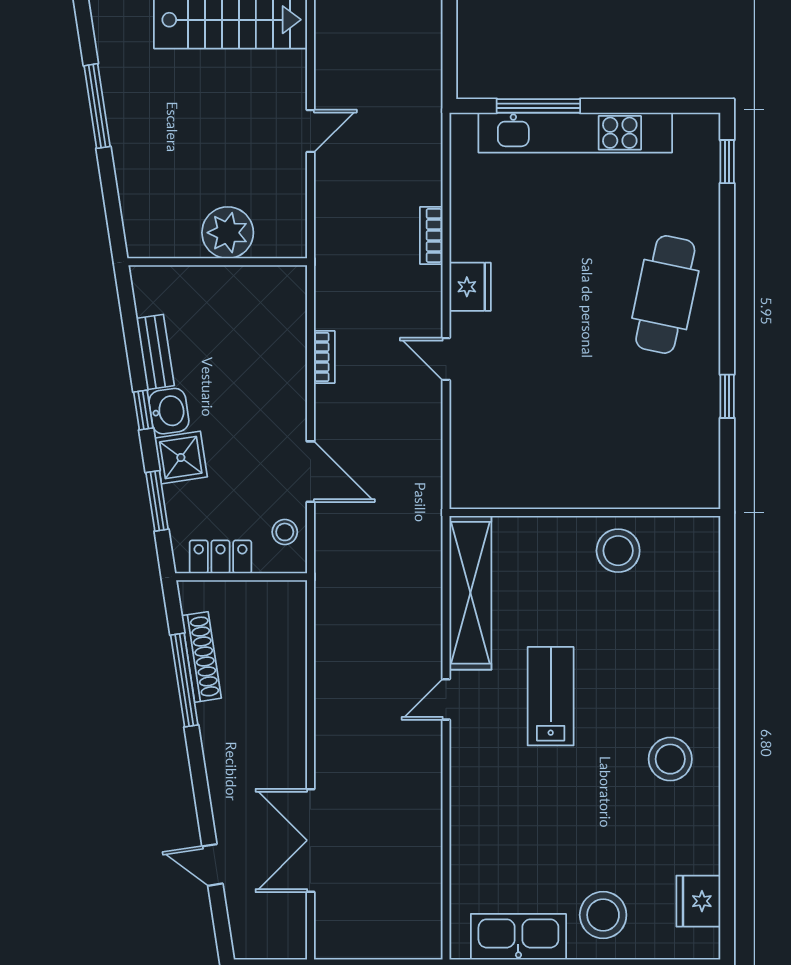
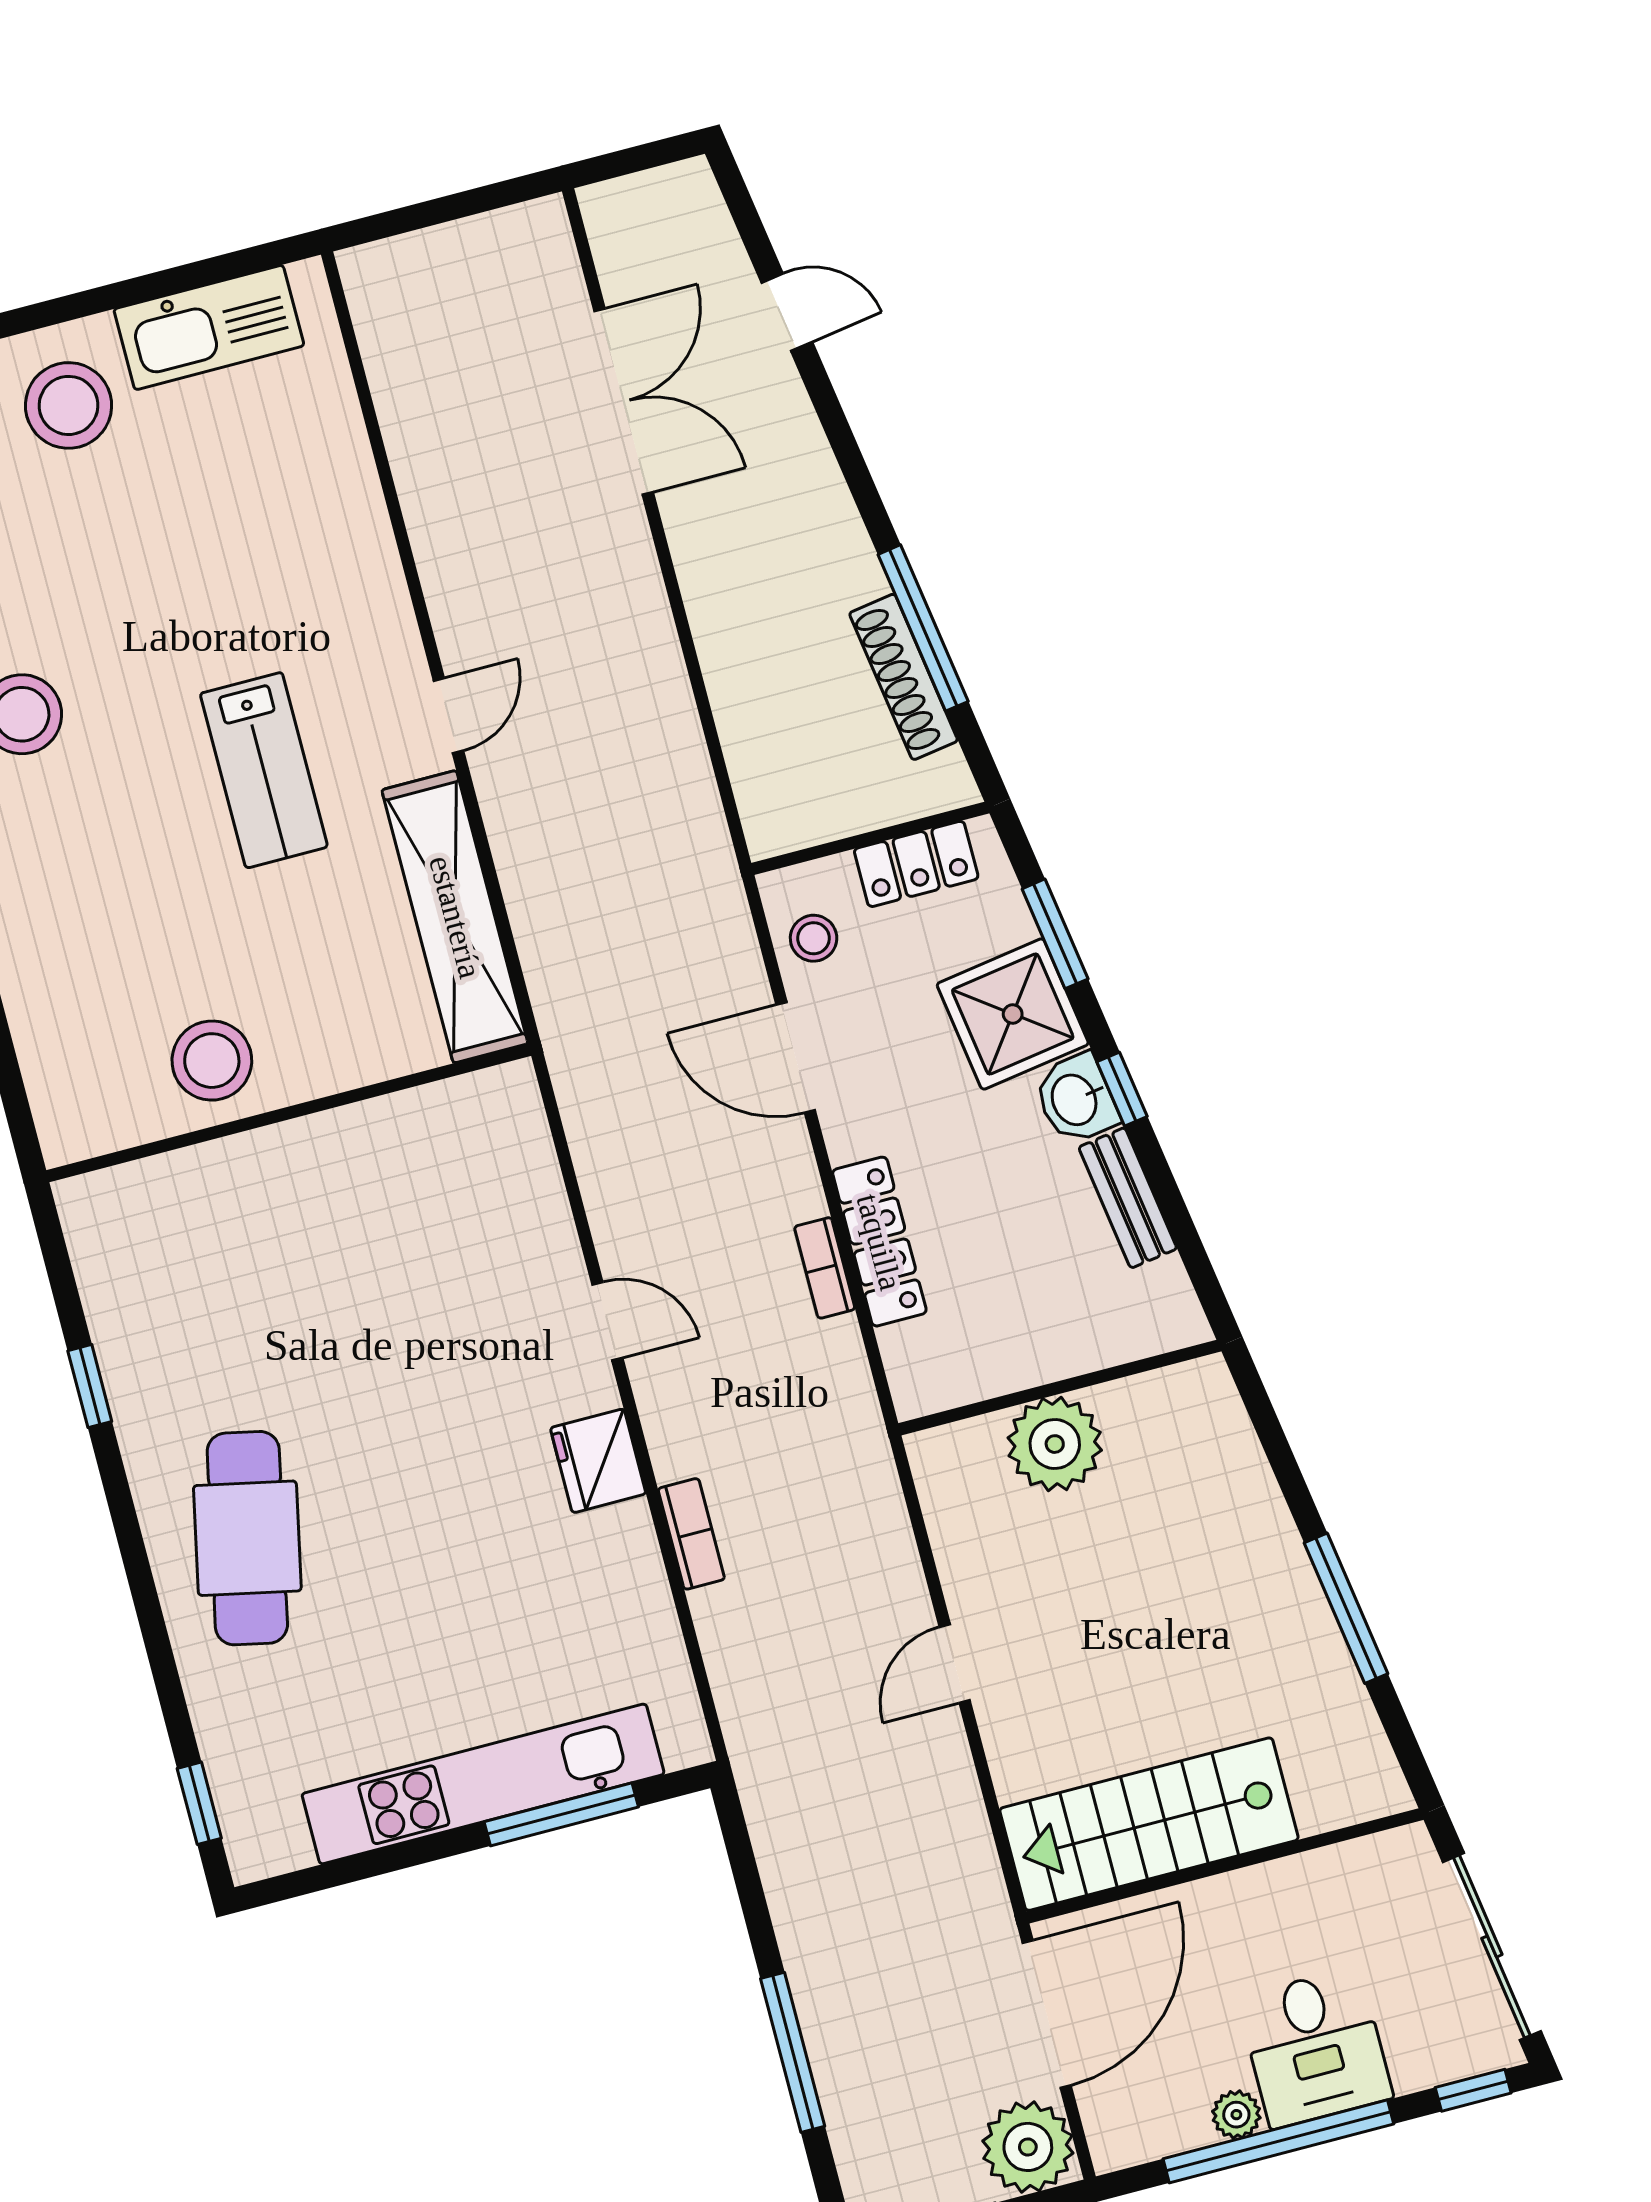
locker: (292, 363) -> (879, 1242), added
shower: (181, 458) -> (1013, 1014), width x1.36, depth x1.36

